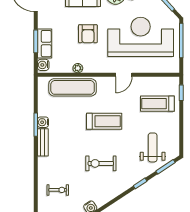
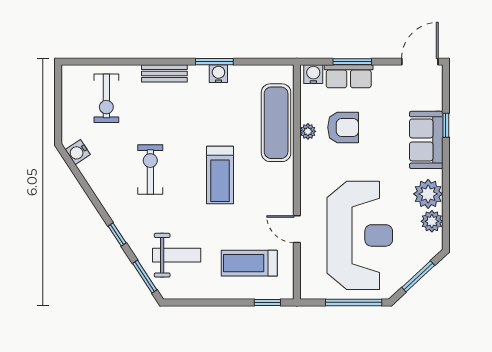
armchair: (88, 34) -> (343, 127), moved, turned 180
door: (124, 75) -> (297, 229), moved
treadmill: (157, 104) -> (249, 263), turned -90
bench: (43, 142) -> (164, 73), moved
exercise bike: (58, 190) -> (106, 98), width x1.38, depth x1.39

